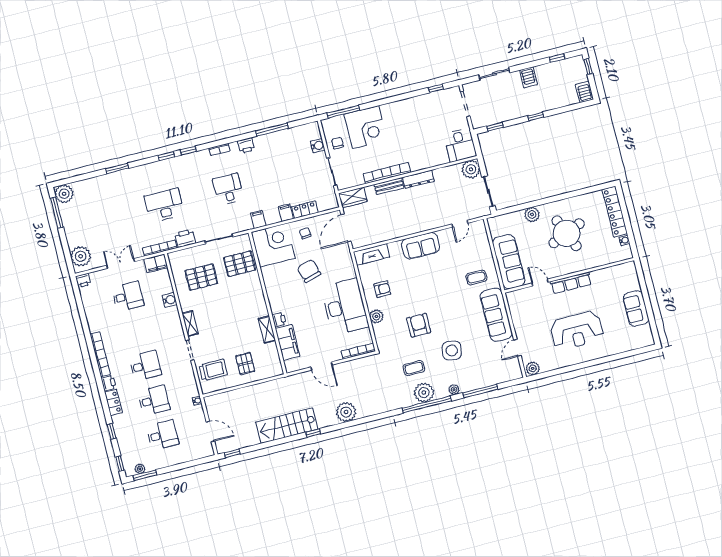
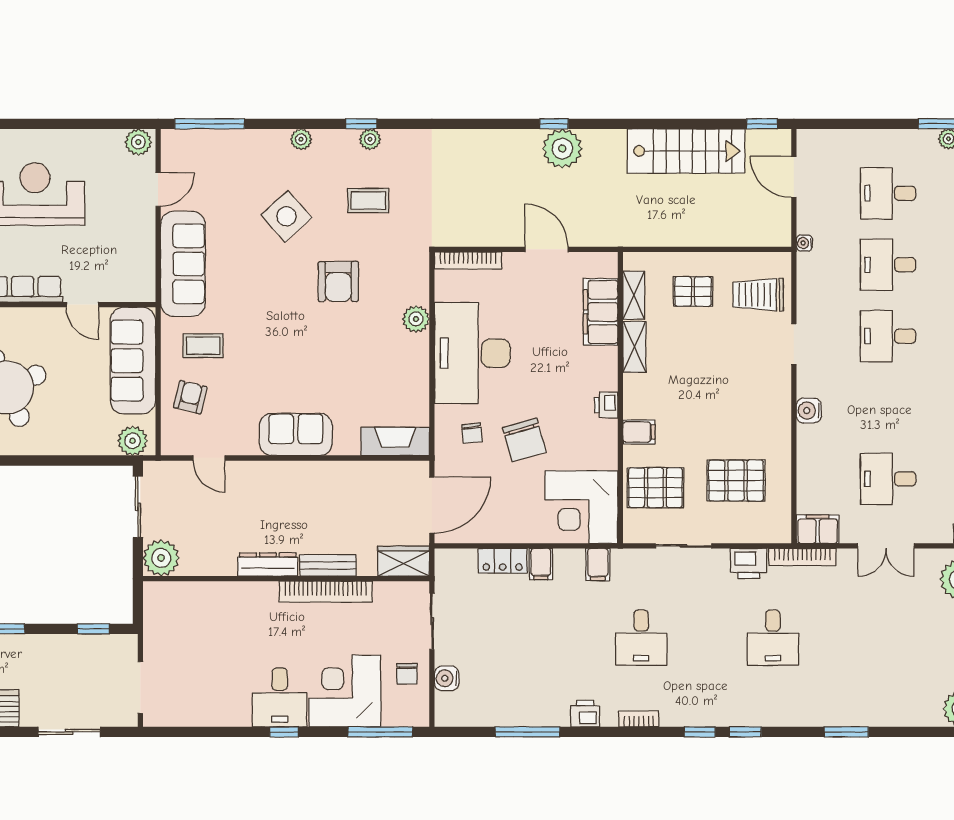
window: (436, 88) -> (284, 732), moved
desk: (460, 145) -> (280, 697), moved, turned 180
desk: (164, 205) -> (773, 638), width x0.73
plant: (532, 214) -> (133, 441), moved
door: (460, 224) -> (209, 458), swing flipped
chair: (305, 233) -> (472, 433), moved
filing cabinet: (254, 289) -> (639, 432), added
armchair: (382, 289) -> (190, 397), moved, turned 104
water cooler: (170, 300) -> (809, 410), moved
printer: (279, 320) -> (606, 405), moved
shelving: (190, 323) -> (634, 295), moved
side table: (452, 350) -> (286, 216), turned 38
pallet: (245, 364) -> (693, 291), turned 90
window: (480, 391) -> (210, 124), moved
plant: (424, 392) -> (370, 139), width x0.53, depth x0.53
window: (427, 404) -> (361, 124), width x0.32
plant: (346, 412) -> (562, 149), moved
stairs: (287, 426) -> (686, 151), moved
window: (313, 433) -> (554, 124), moved

